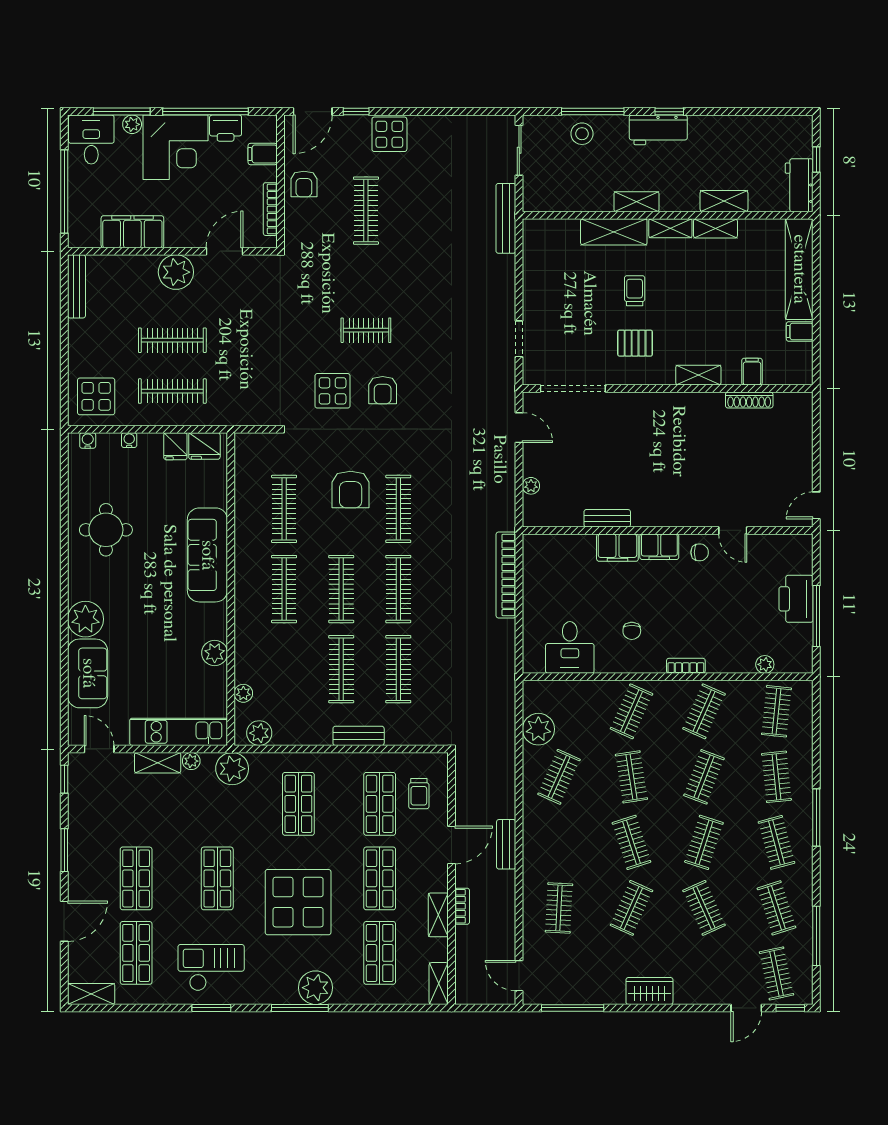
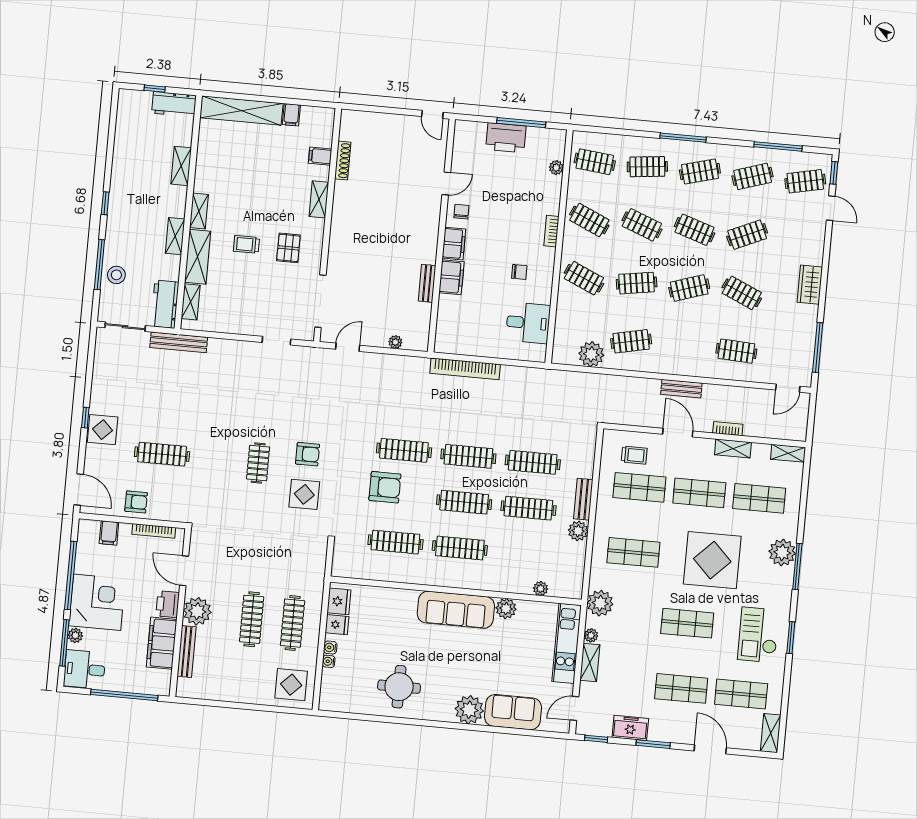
window: (356, 112) -> (85, 418), moved
printer: (226, 128) -> (168, 604), moved, turned 180
workbench: (658, 130) -> (165, 304), moved, turned 180
shelving: (715, 228) -> (191, 302), moved
bench: (76, 286) -> (187, 652), moved, turned 90
water cooler: (88, 440) -> (330, 648), moved
sofa: (207, 555) -> (456, 610), moved
plant: (259, 733) -> (578, 531), moved
clothes rail: (559, 777) -> (631, 341), turned -36
freezer: (81, 820) -> (630, 728), added

